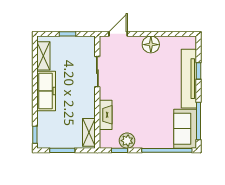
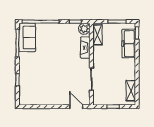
door: (118, 34) -> (76, 107), swing flipped
floor lamp: (151, 45) -> (52, 99), removed
tv unit: (189, 79) -> (24, 74), removed
freezer: (46, 91) -> (129, 44), moved
plant: (127, 141) -> (84, 29), moved

